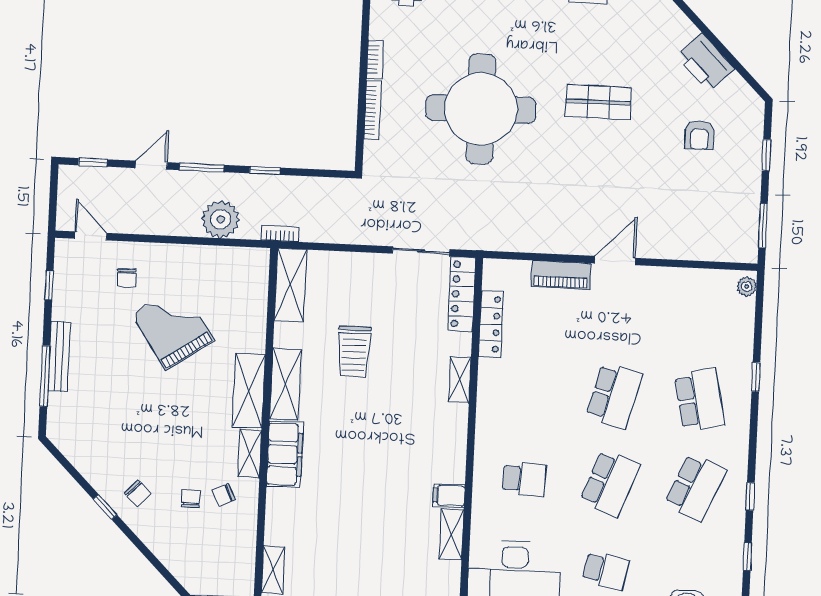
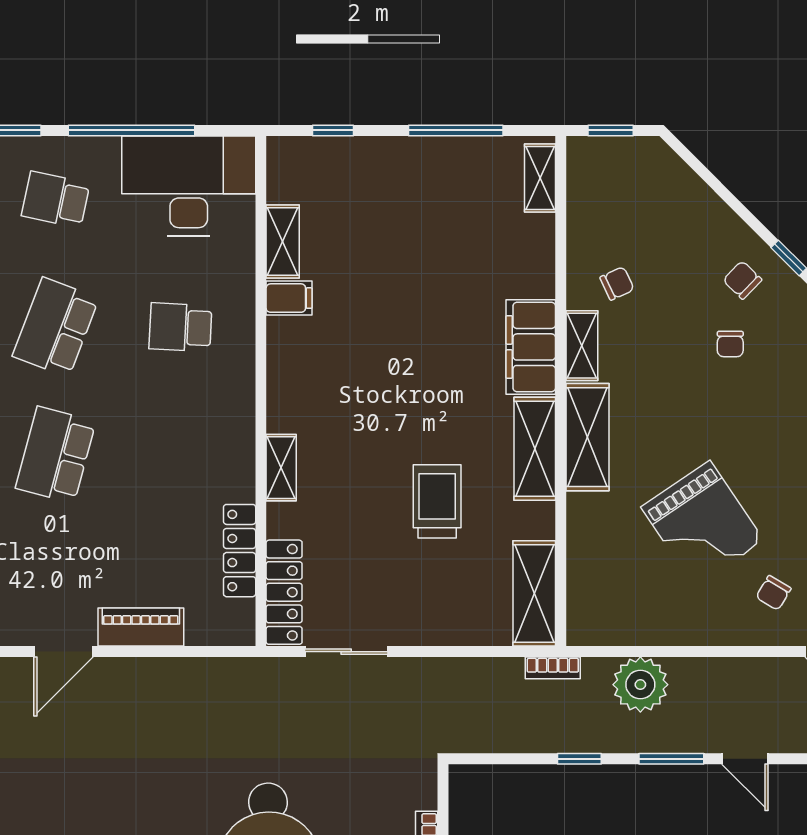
door: (151, 165) -> (745, 759), hinge flipped
chair: (126, 278) -> (773, 593), turned -149
chair: (191, 498) -> (730, 344), moved

